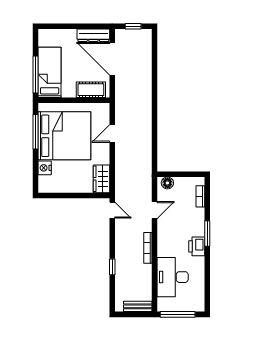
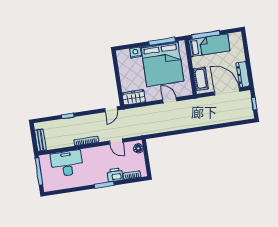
door: (112, 59) -> (227, 92), hinge flipped
printer: (197, 246) -> (115, 175), moved

